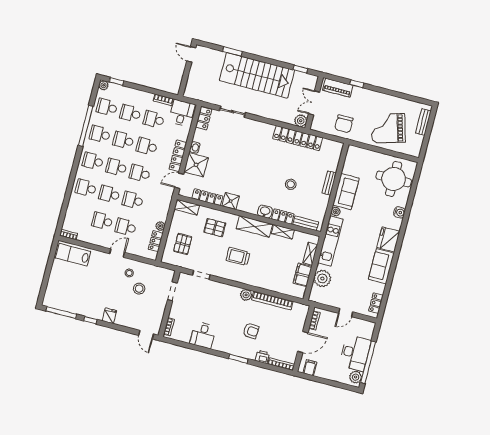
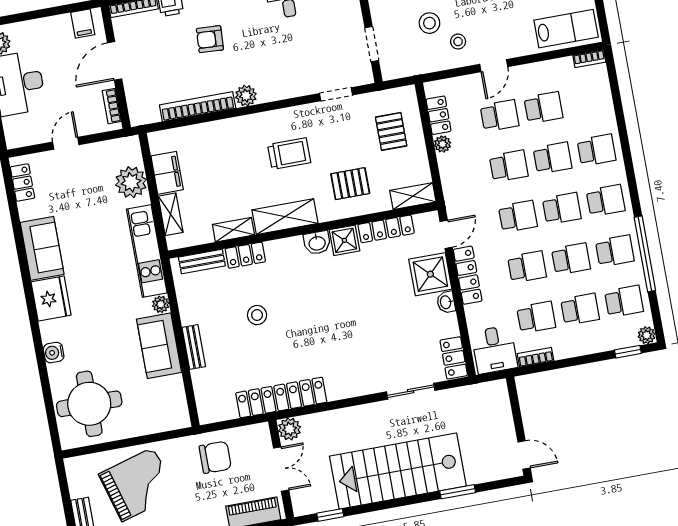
chair: (344, 124) -> (215, 457), turned 90
washbasin: (265, 211) -> (317, 243), moved

